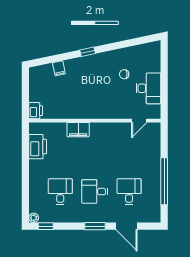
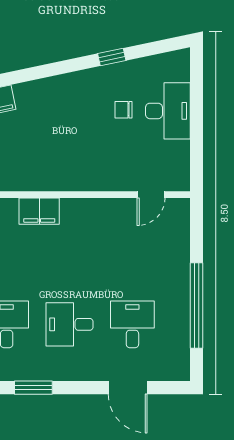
window: (88, 52) -> (112, 57), moved
desk: (148, 88) -> (168, 111), moved
window: (95, 226) -> (33, 388), moved

